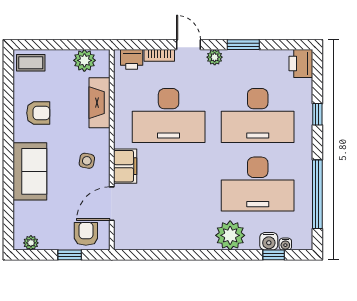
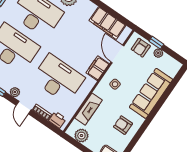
sofa: (30, 171) -> (151, 93), width x1.36
door: (112, 204) -> (117, 54), swing flipped
filing cabinet: (154, 236) -> (107, 23), added
plant: (31, 243) -> (158, 53), moved

